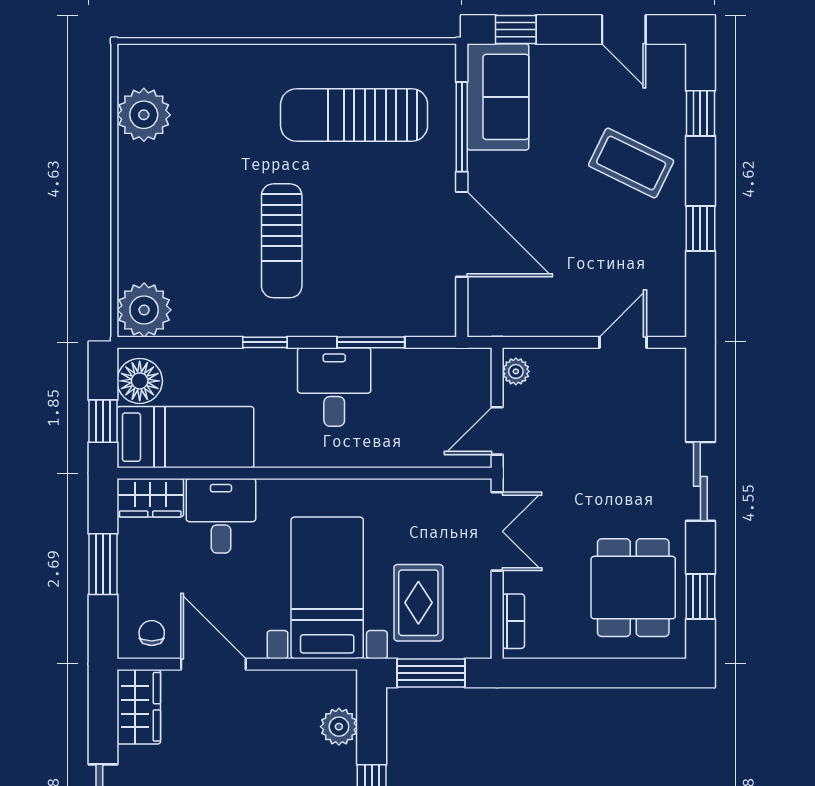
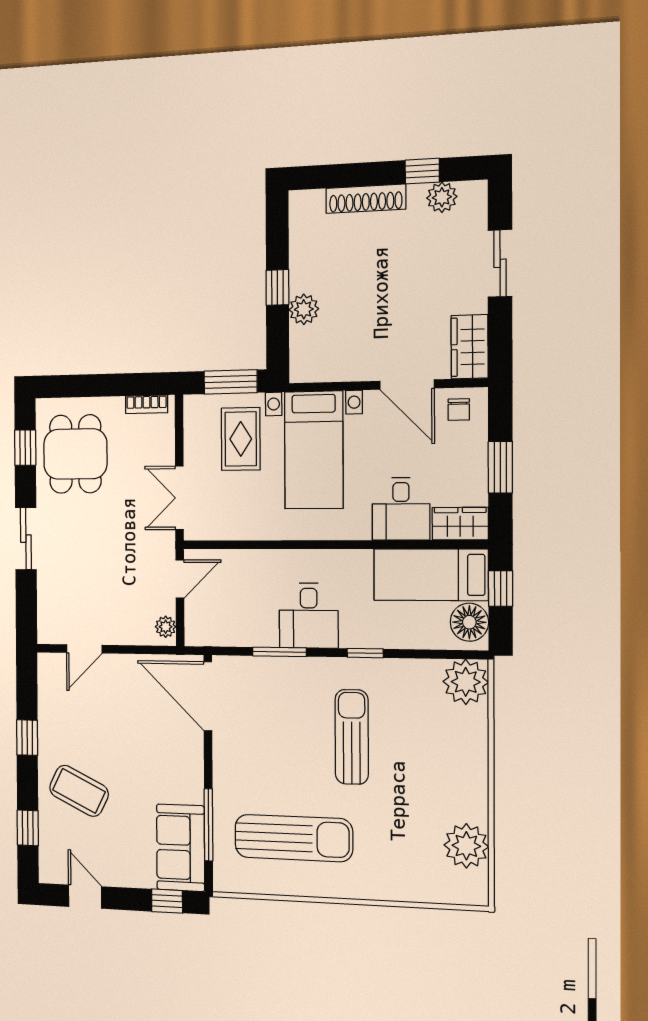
door: (462, 234) -> (208, 696), moved
bookcase: (513, 621) -> (147, 404), moved, turned -90
plant: (339, 727) -> (304, 309), moved

